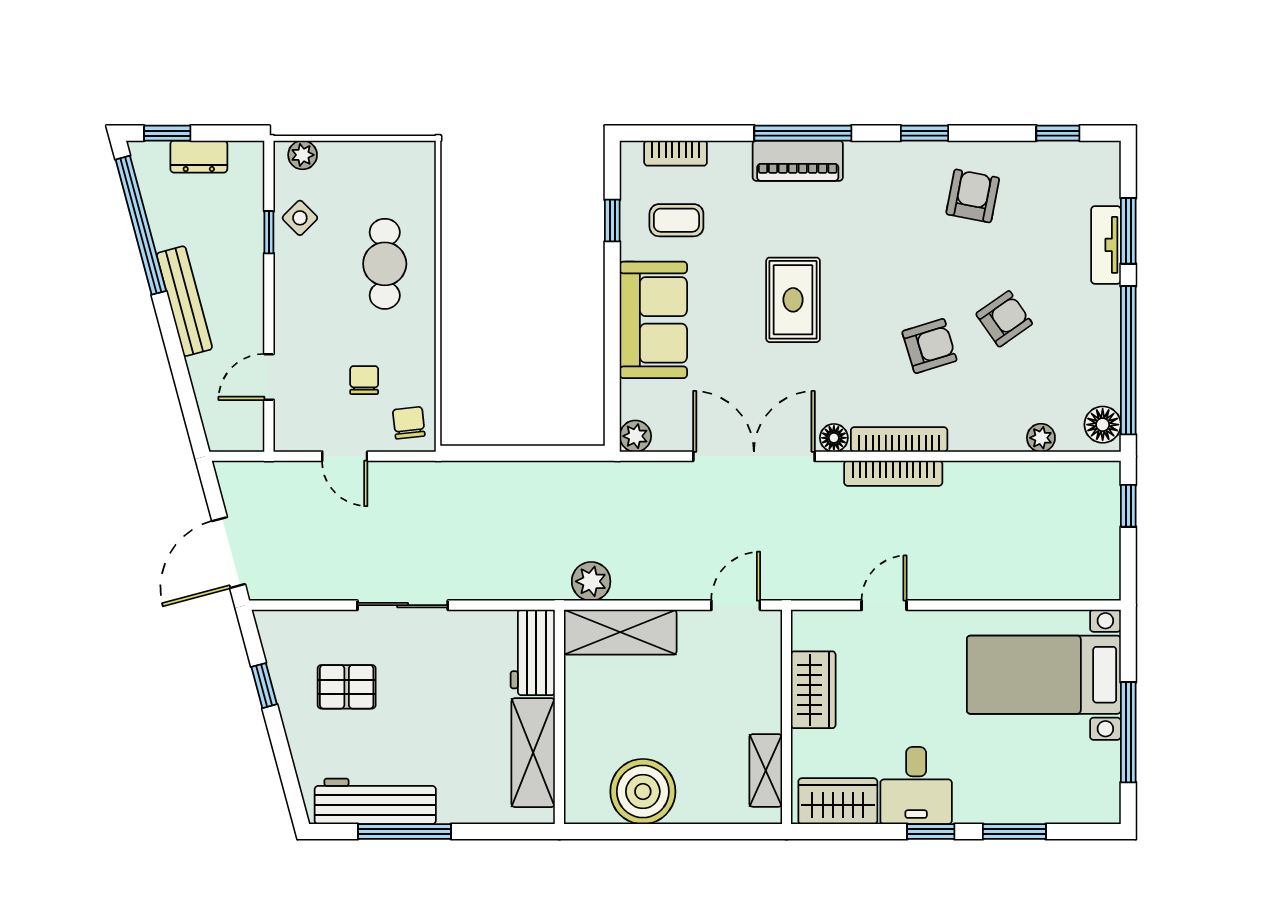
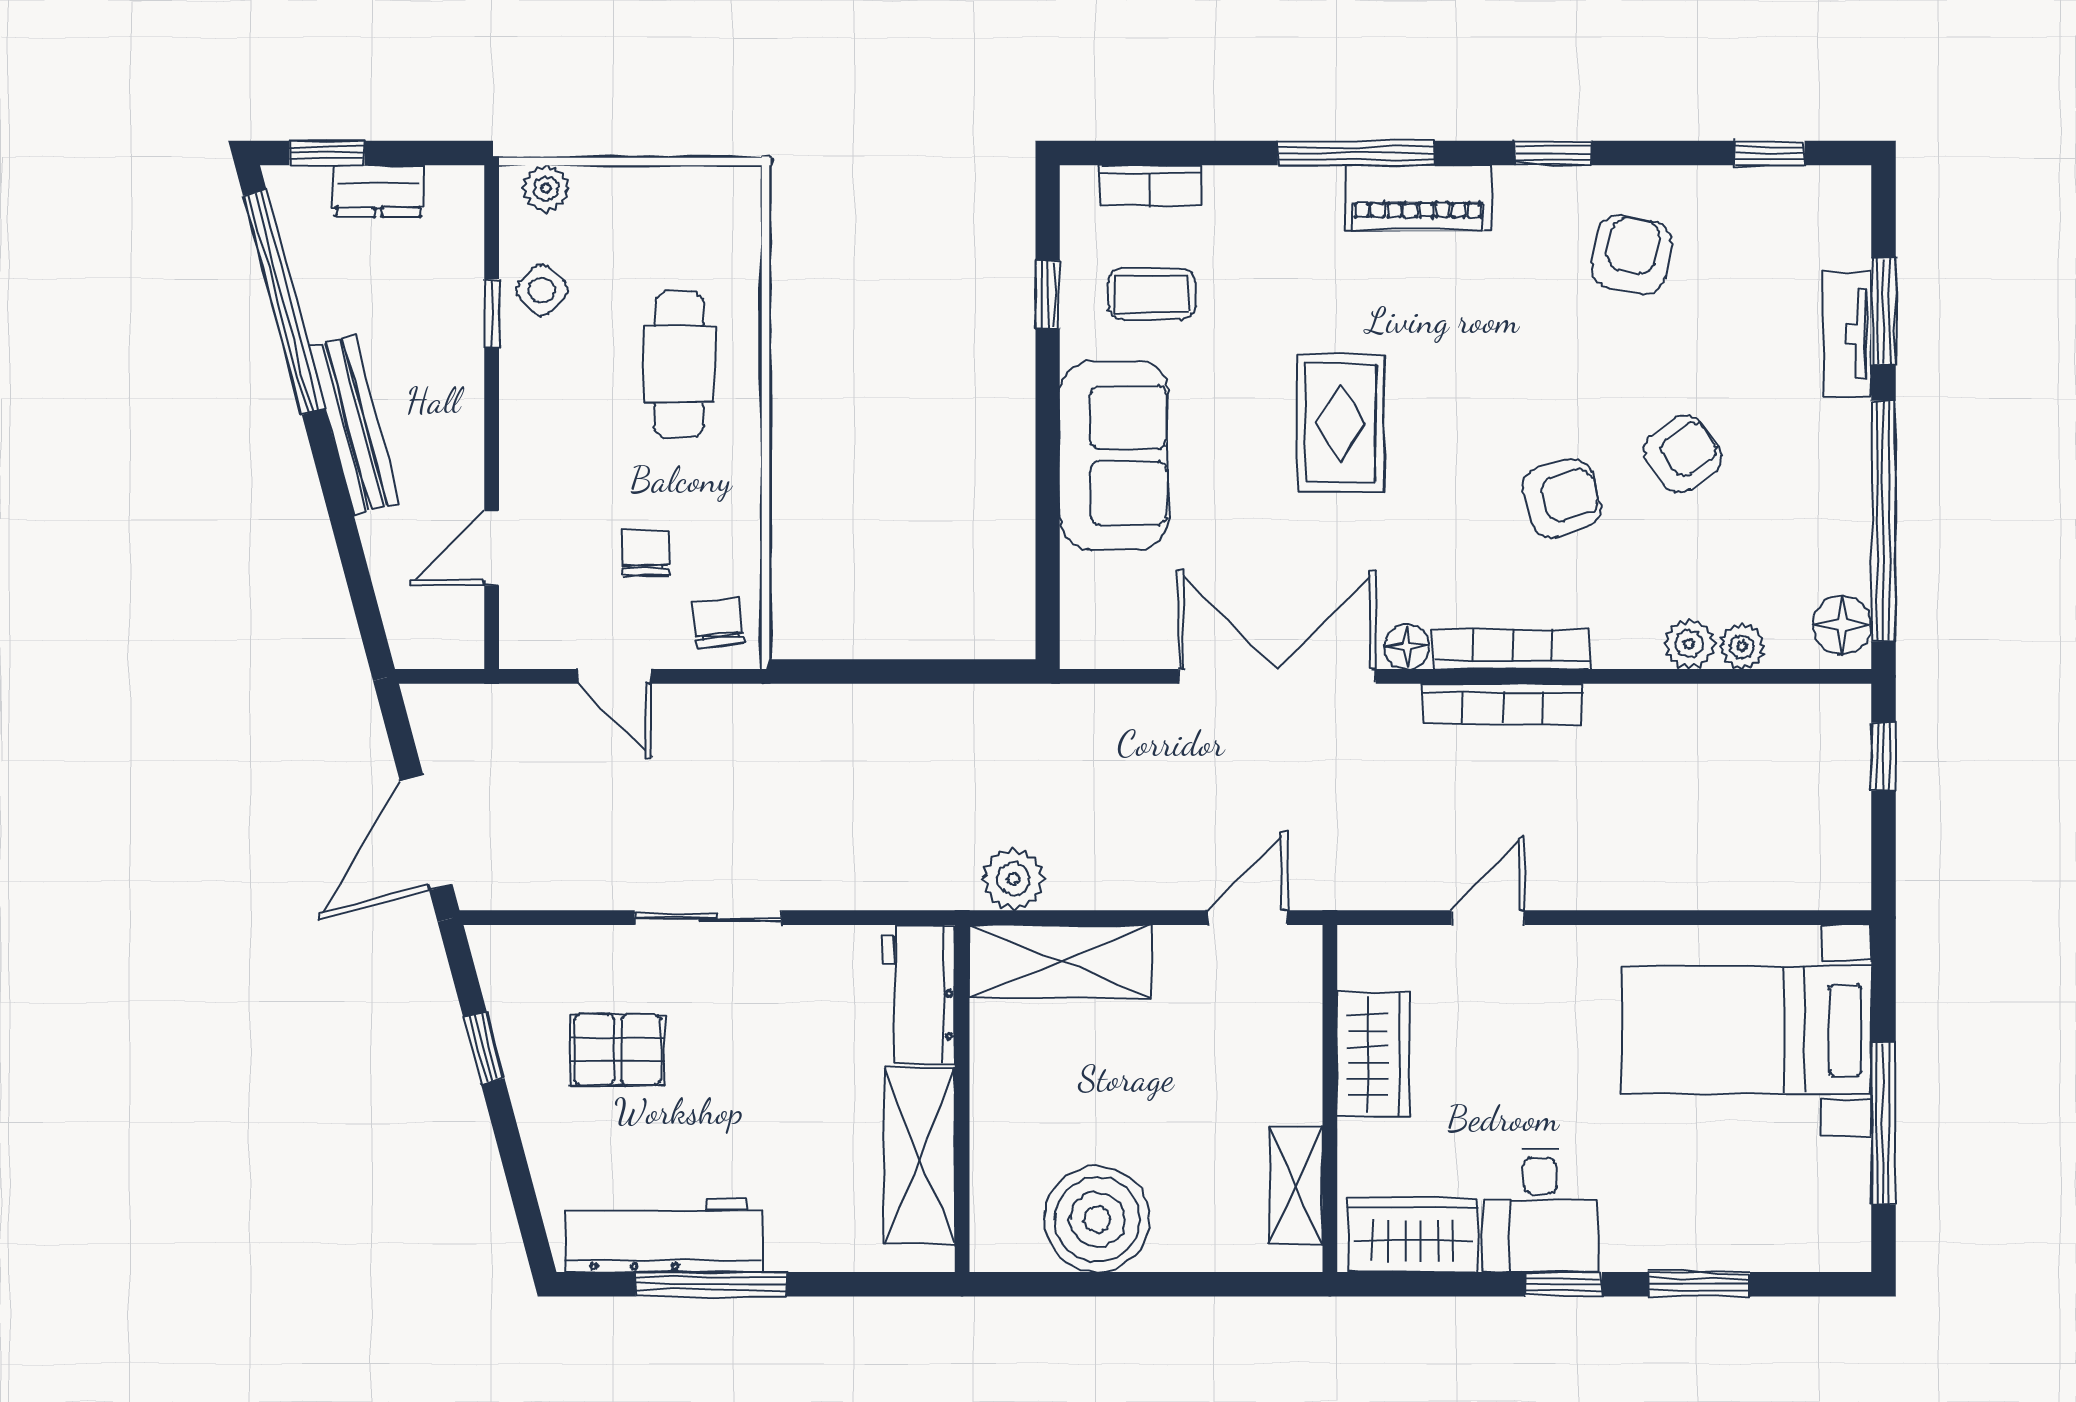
piano: (798, 161) -> (1418, 198), moved
plant: (635, 436) -> (1689, 644), moved

